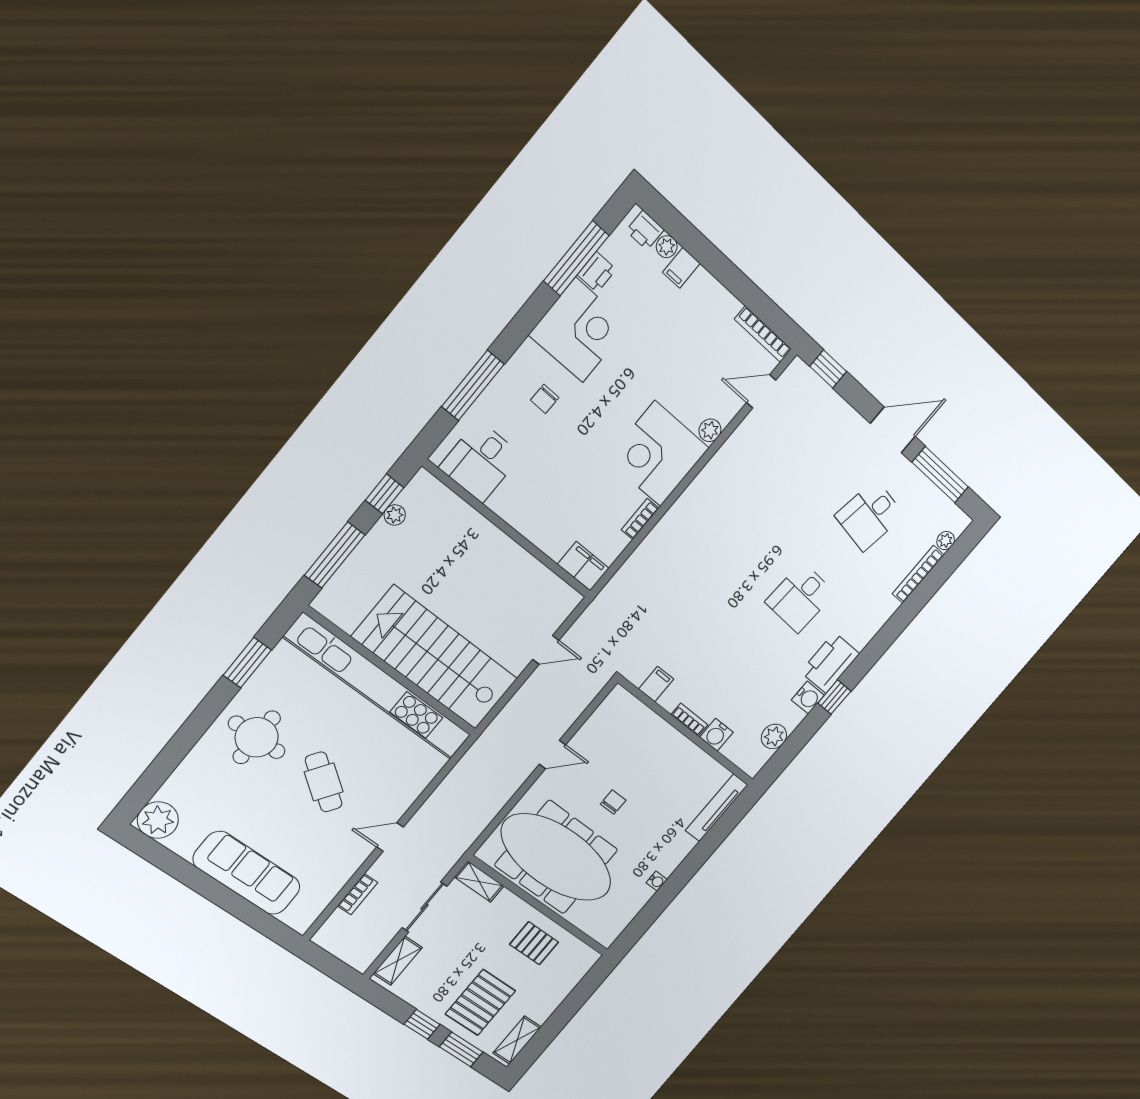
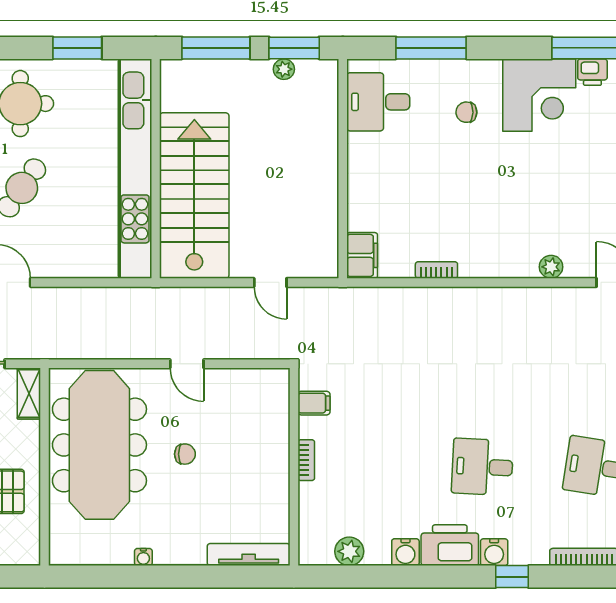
corner desk: (658, 454) -> (498, 240), removed
window: (385, 494) -> (294, 48), width x1.50
window: (834, 697) -> (512, 577), moved
water cooler: (716, 735) -> (494, 552), moved, turned -90

